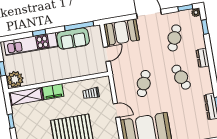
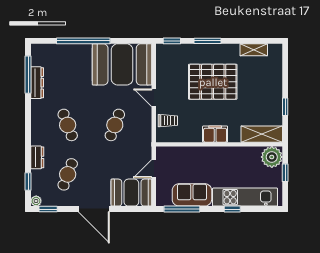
dresser: (203, 58) -> (37, 157), moved
filing cabinet: (53, 92) -> (215, 134), moved
trolley: (91, 93) -> (168, 121), moved

